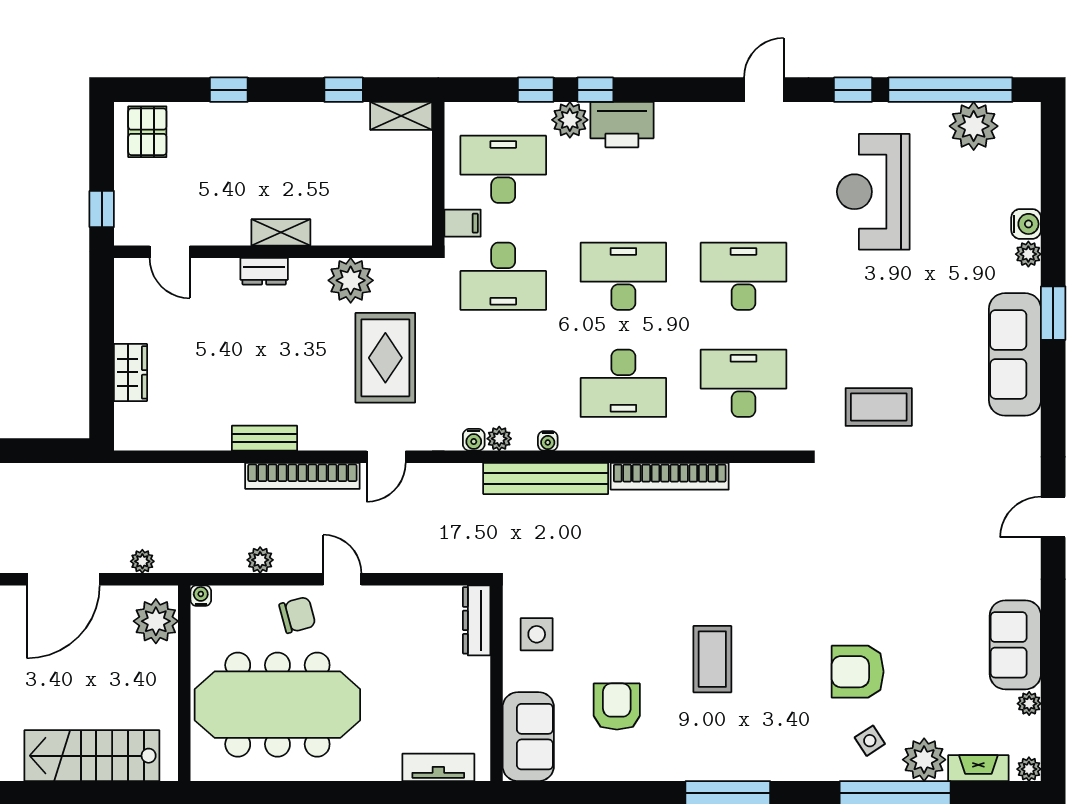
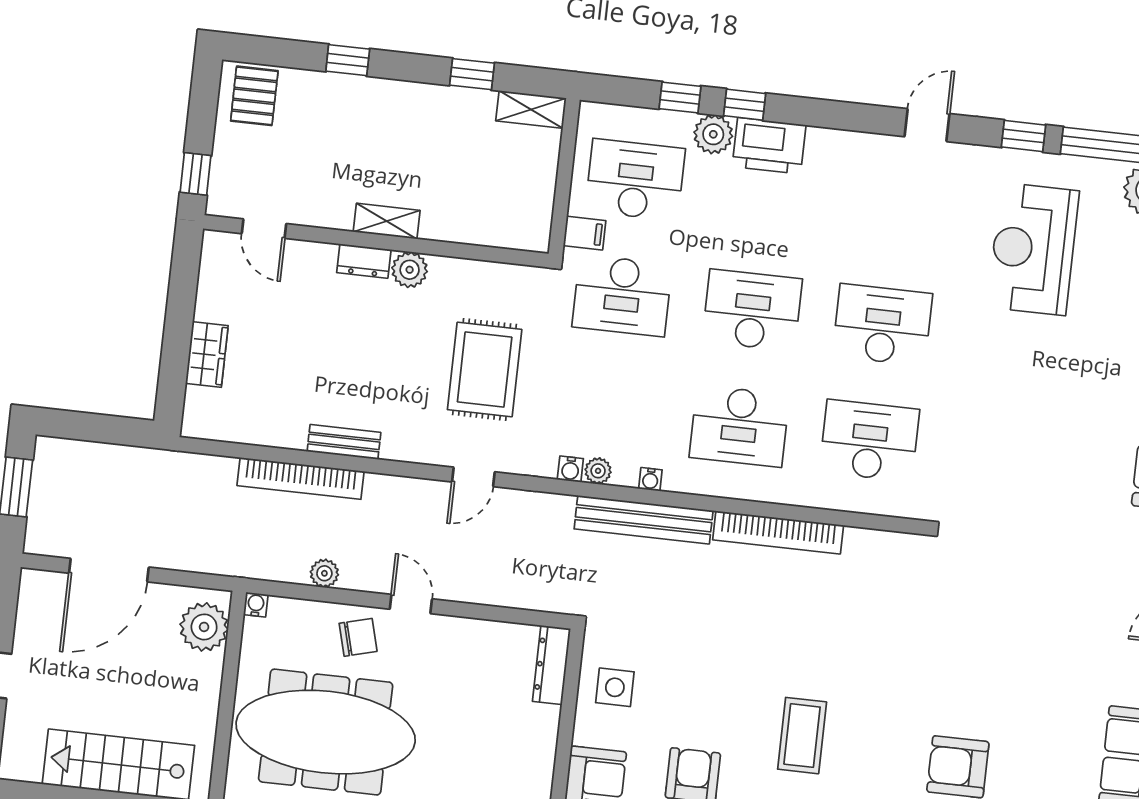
plant: (351, 280) -> (410, 270), moved, width x0.73, depth x0.73
coffee table: (879, 407) -> (1013, 483), removed
bookcase: (302, 476) -> (301, 478), moved
plant: (142, 561) -> (197, 560), removed

